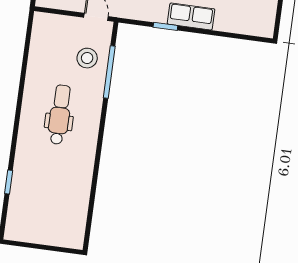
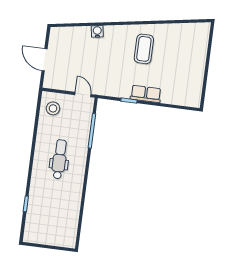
stool: (87, 58) -> (53, 108), moved

